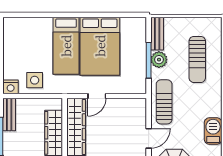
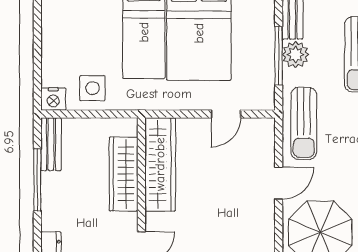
door: (97, 96) -> (226, 114), moved
sun lounger: (164, 102) -> (304, 124), turned 180

